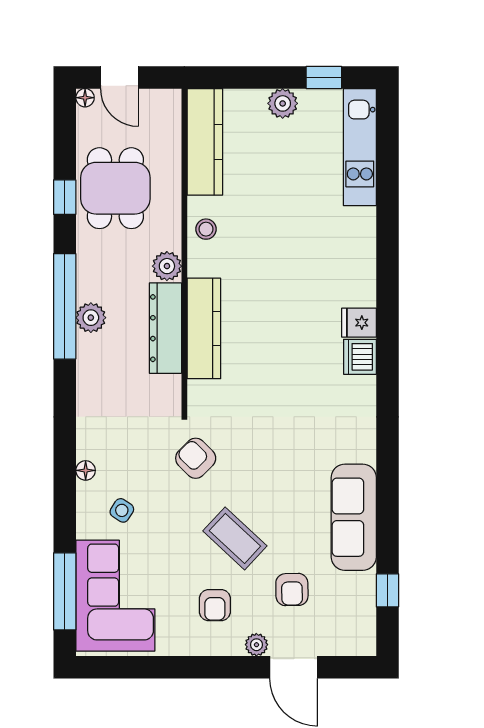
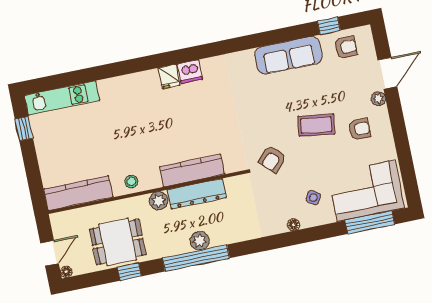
plant: (283, 103) -> (45, 151), removed
coffee table: (235, 538) -> (316, 125), turned 55
armchair: (292, 590) -> (346, 47), moved

